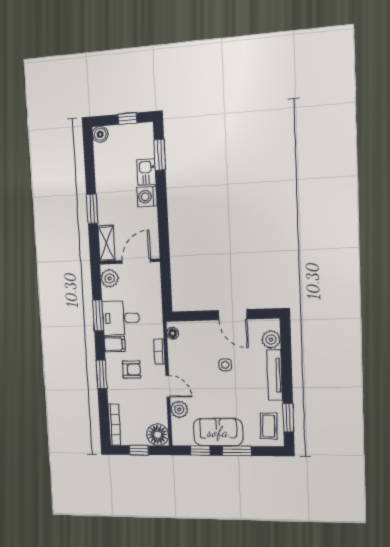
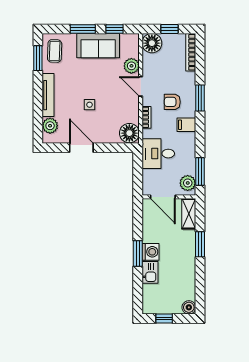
window: (160, 155) -> (138, 253), moved
door: (136, 261) -> (163, 197), hinge flipped
window: (98, 315) -> (200, 172), moved
desk: (121, 318) -> (158, 154), moved, turned 180
floor lamp: (173, 333) -> (129, 133), width x1.89, depth x1.89

